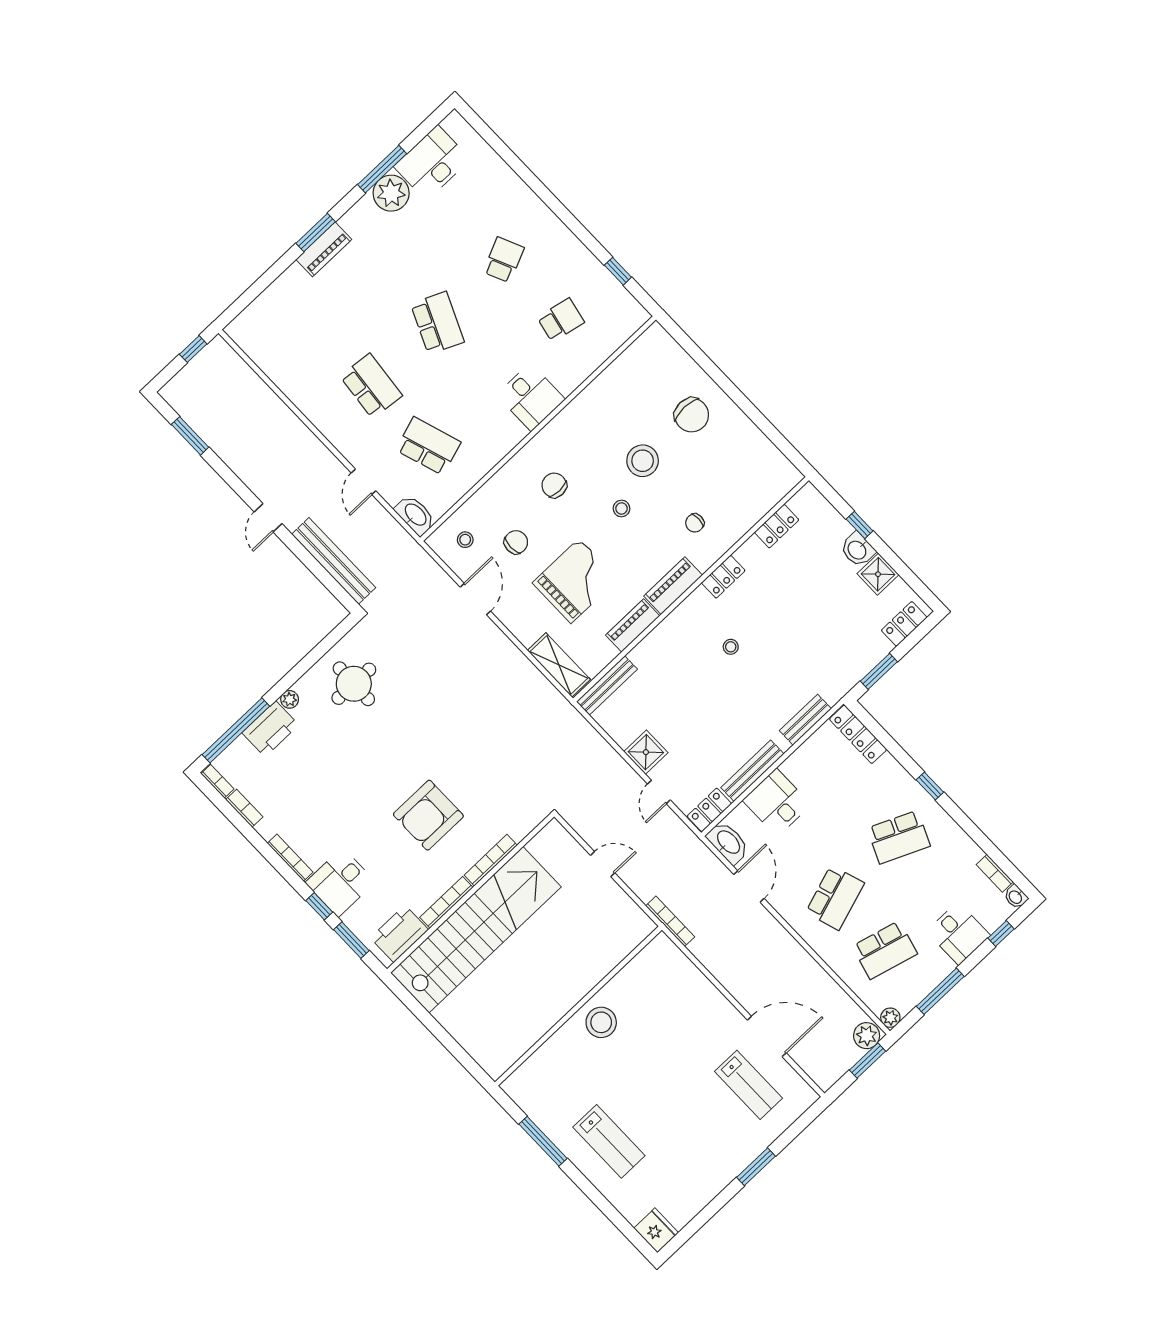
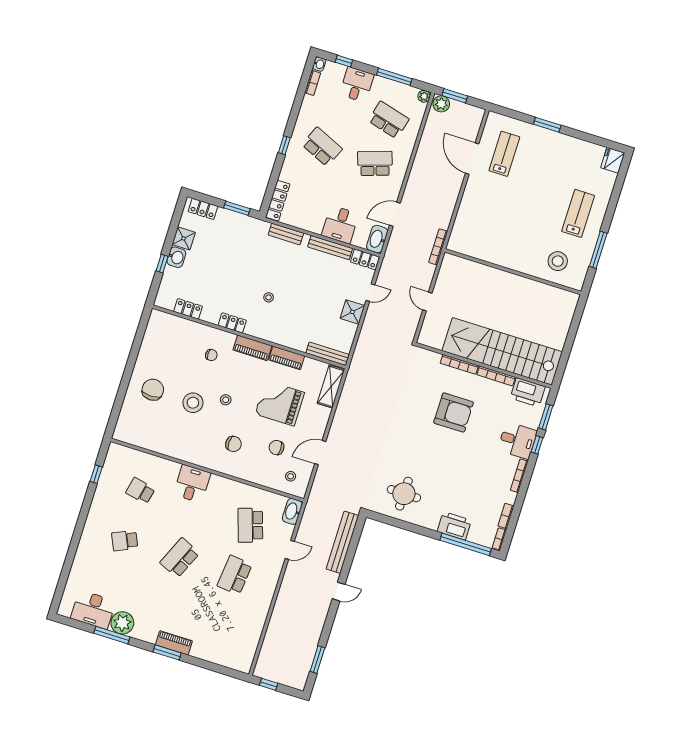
chair: (554, 485) -> (233, 444), turned -86
plant: (290, 699) -> (432, 524), removed
stool: (601, 1022) -> (558, 261), moved

